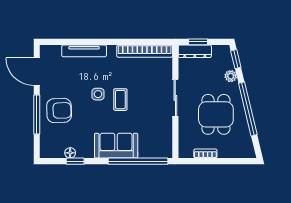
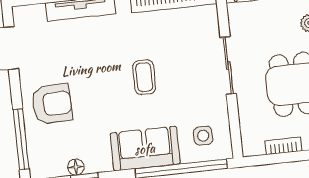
side table: (98, 94) -> (203, 136), moved
window: (37, 114) -> (21, 139), moved

